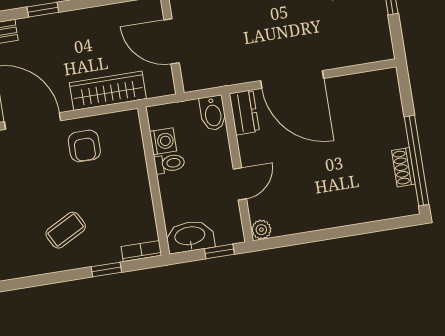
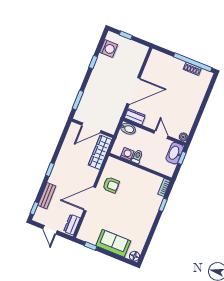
wardrobe: (108, 91) -> (100, 152), moved
coffee table: (66, 230) -> (139, 211), removed
washbasin: (190, 237) -> (175, 153), moved

